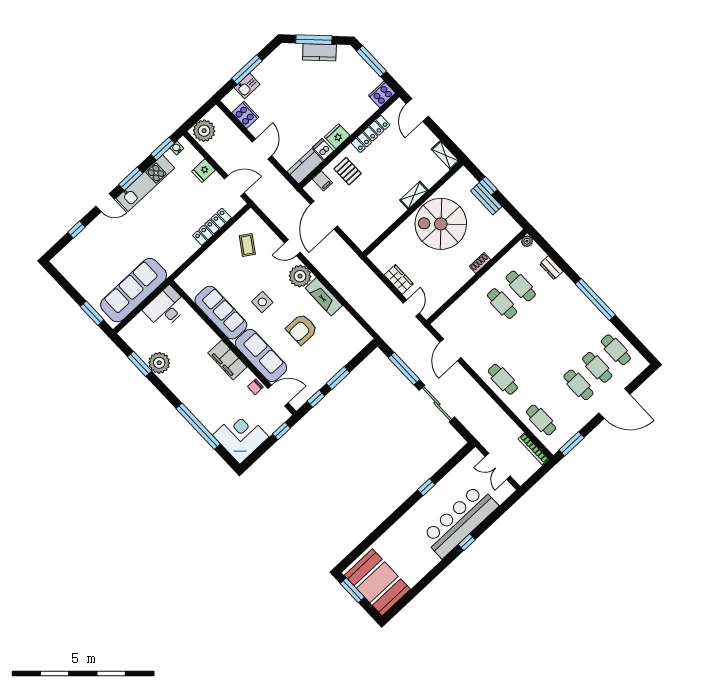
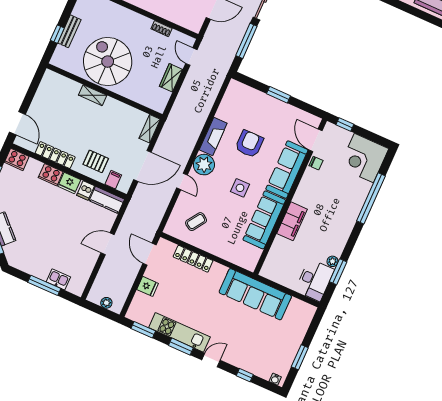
door: (417, 110) -> (17, 123), hinge flipped
cooker: (245, 115) -> (51, 175), moved, turned -90
plant: (204, 131) -> (106, 303), width x0.53, depth x0.53
water cooler: (177, 148) -> (275, 379), moved
shelving: (445, 155) -> (150, 129), moved
pallet: (348, 171) -> (96, 161), turned 90
door: (105, 203) -> (211, 360), hinge flipped
spiral stairs: (441, 224) -> (108, 62), turned 180
shoe rack: (480, 263) -> (161, 29), moved
sofa: (134, 290) -> (255, 294), moved
desk: (166, 308) -> (315, 280), moved, turned -90
door: (411, 308) -> (191, 57), hinge flipped
window: (92, 313) -> (300, 357), moved
armchair: (302, 329) -> (249, 144), turned -90
filing cabinet: (227, 360) -> (292, 221), moved
plant: (159, 363) -> (332, 261), width x0.53, depth x0.53
window: (316, 399) -> (304, 106), removed

